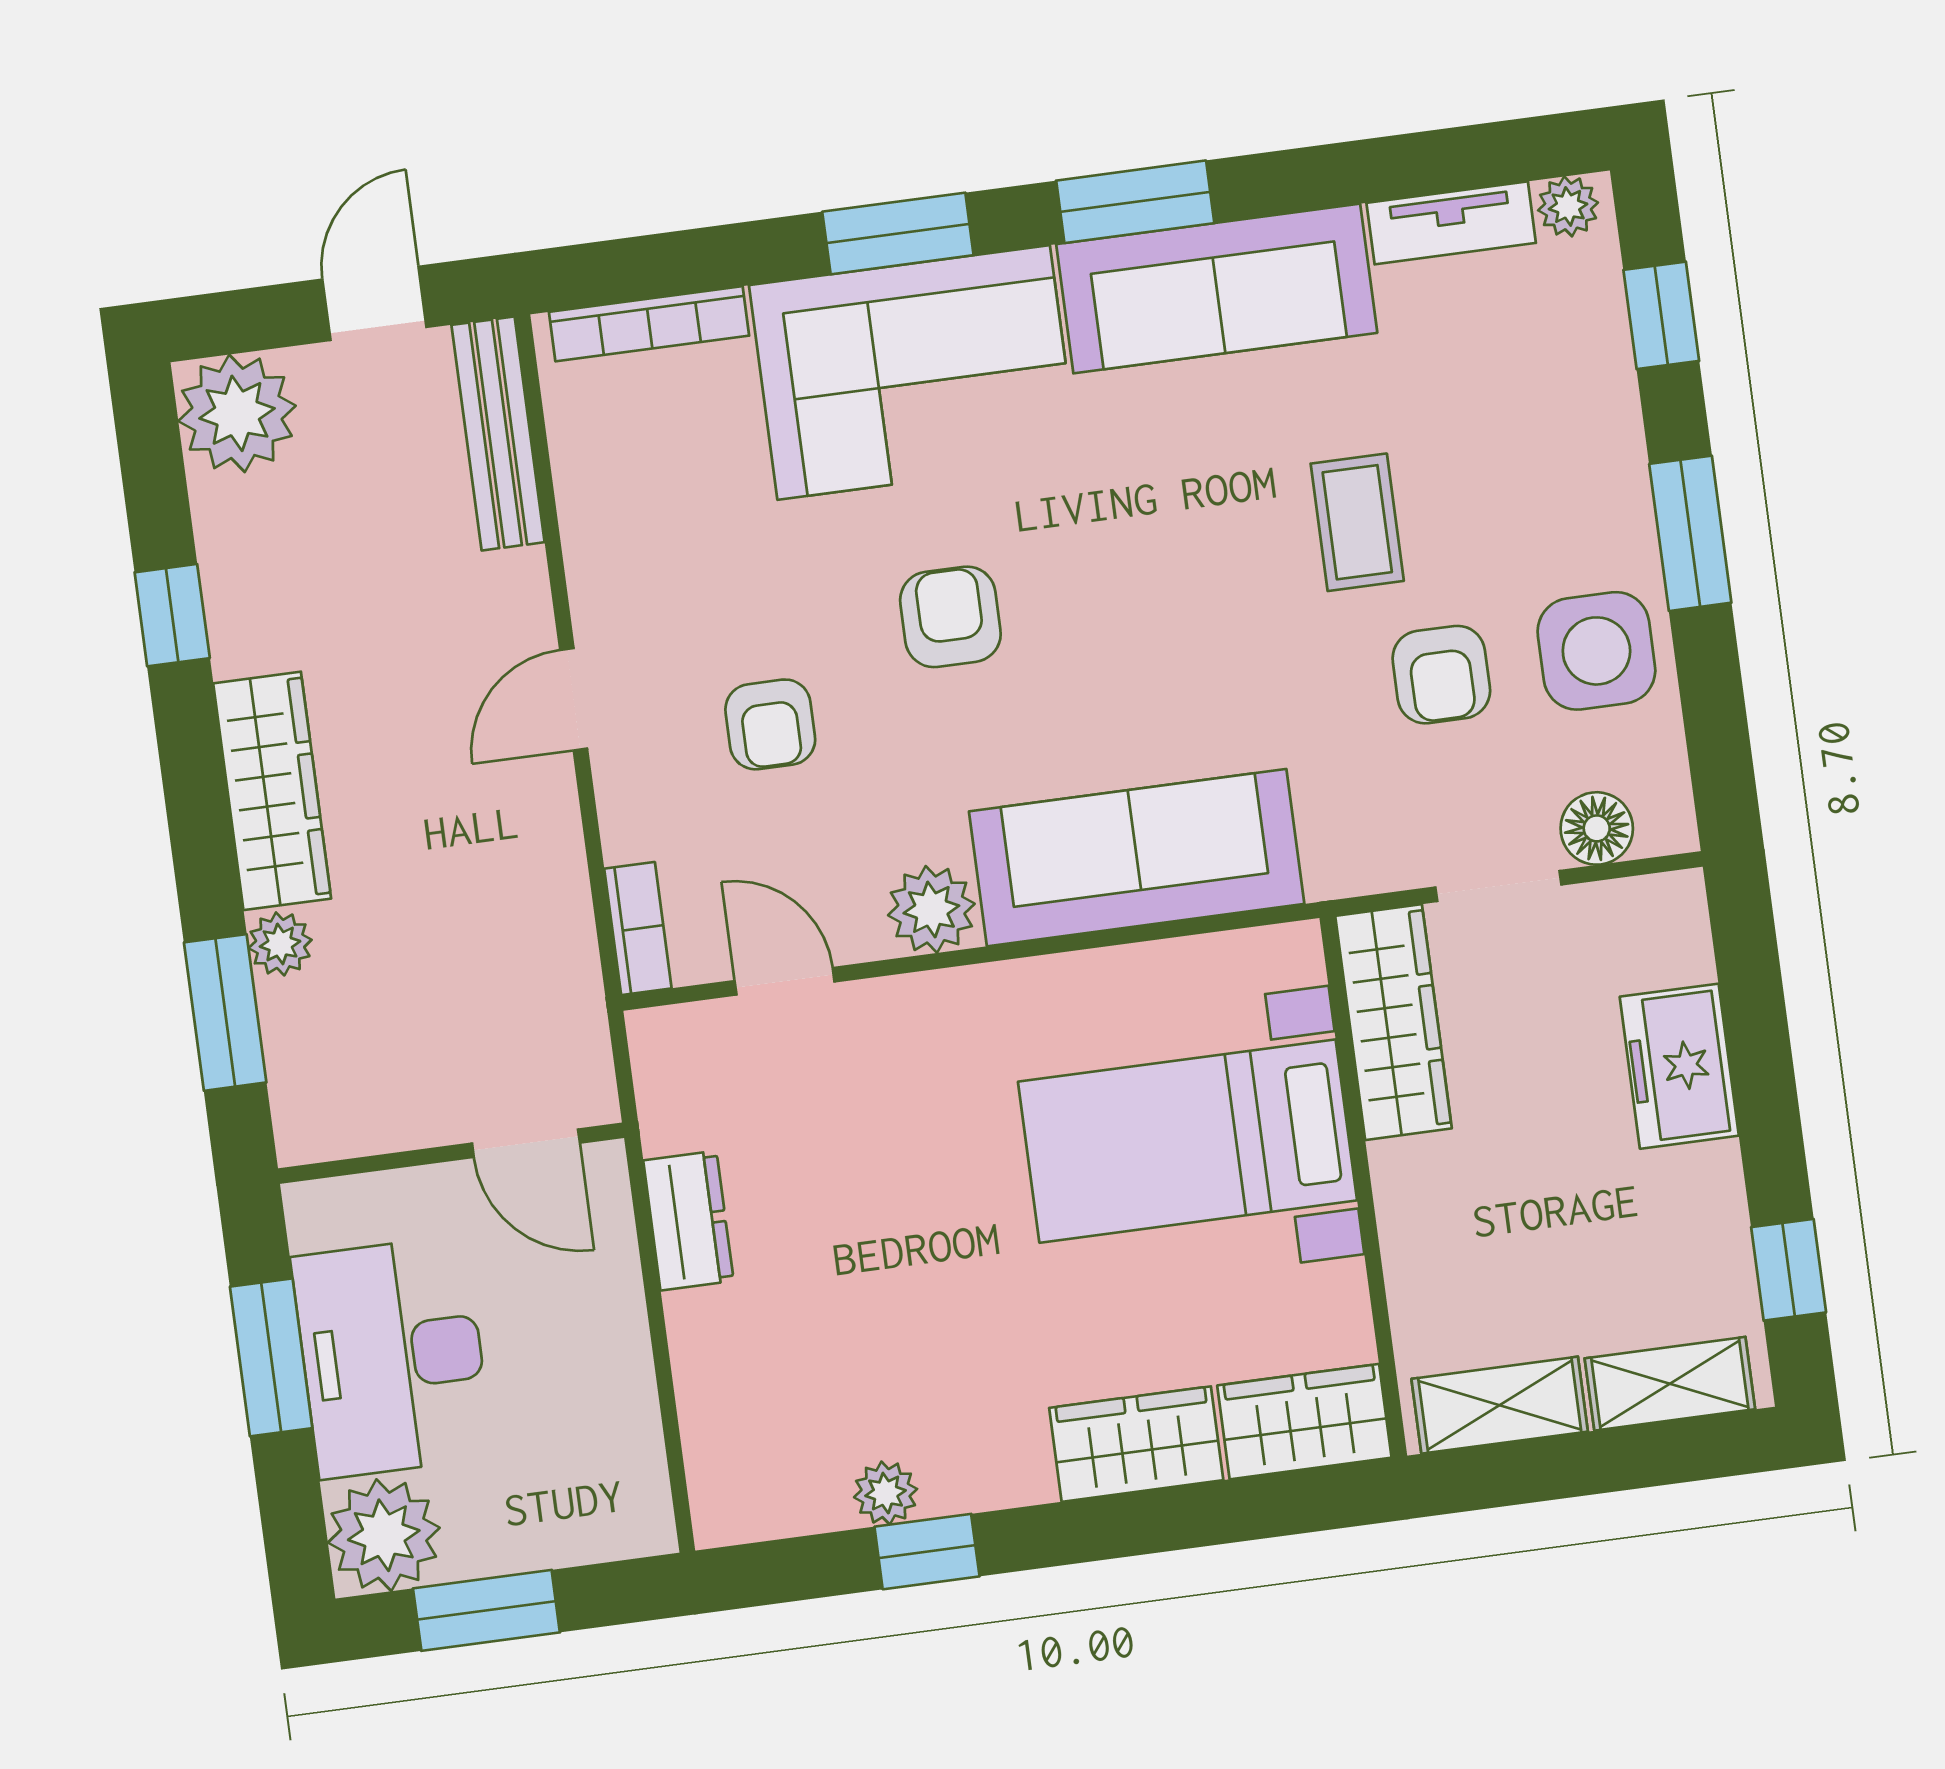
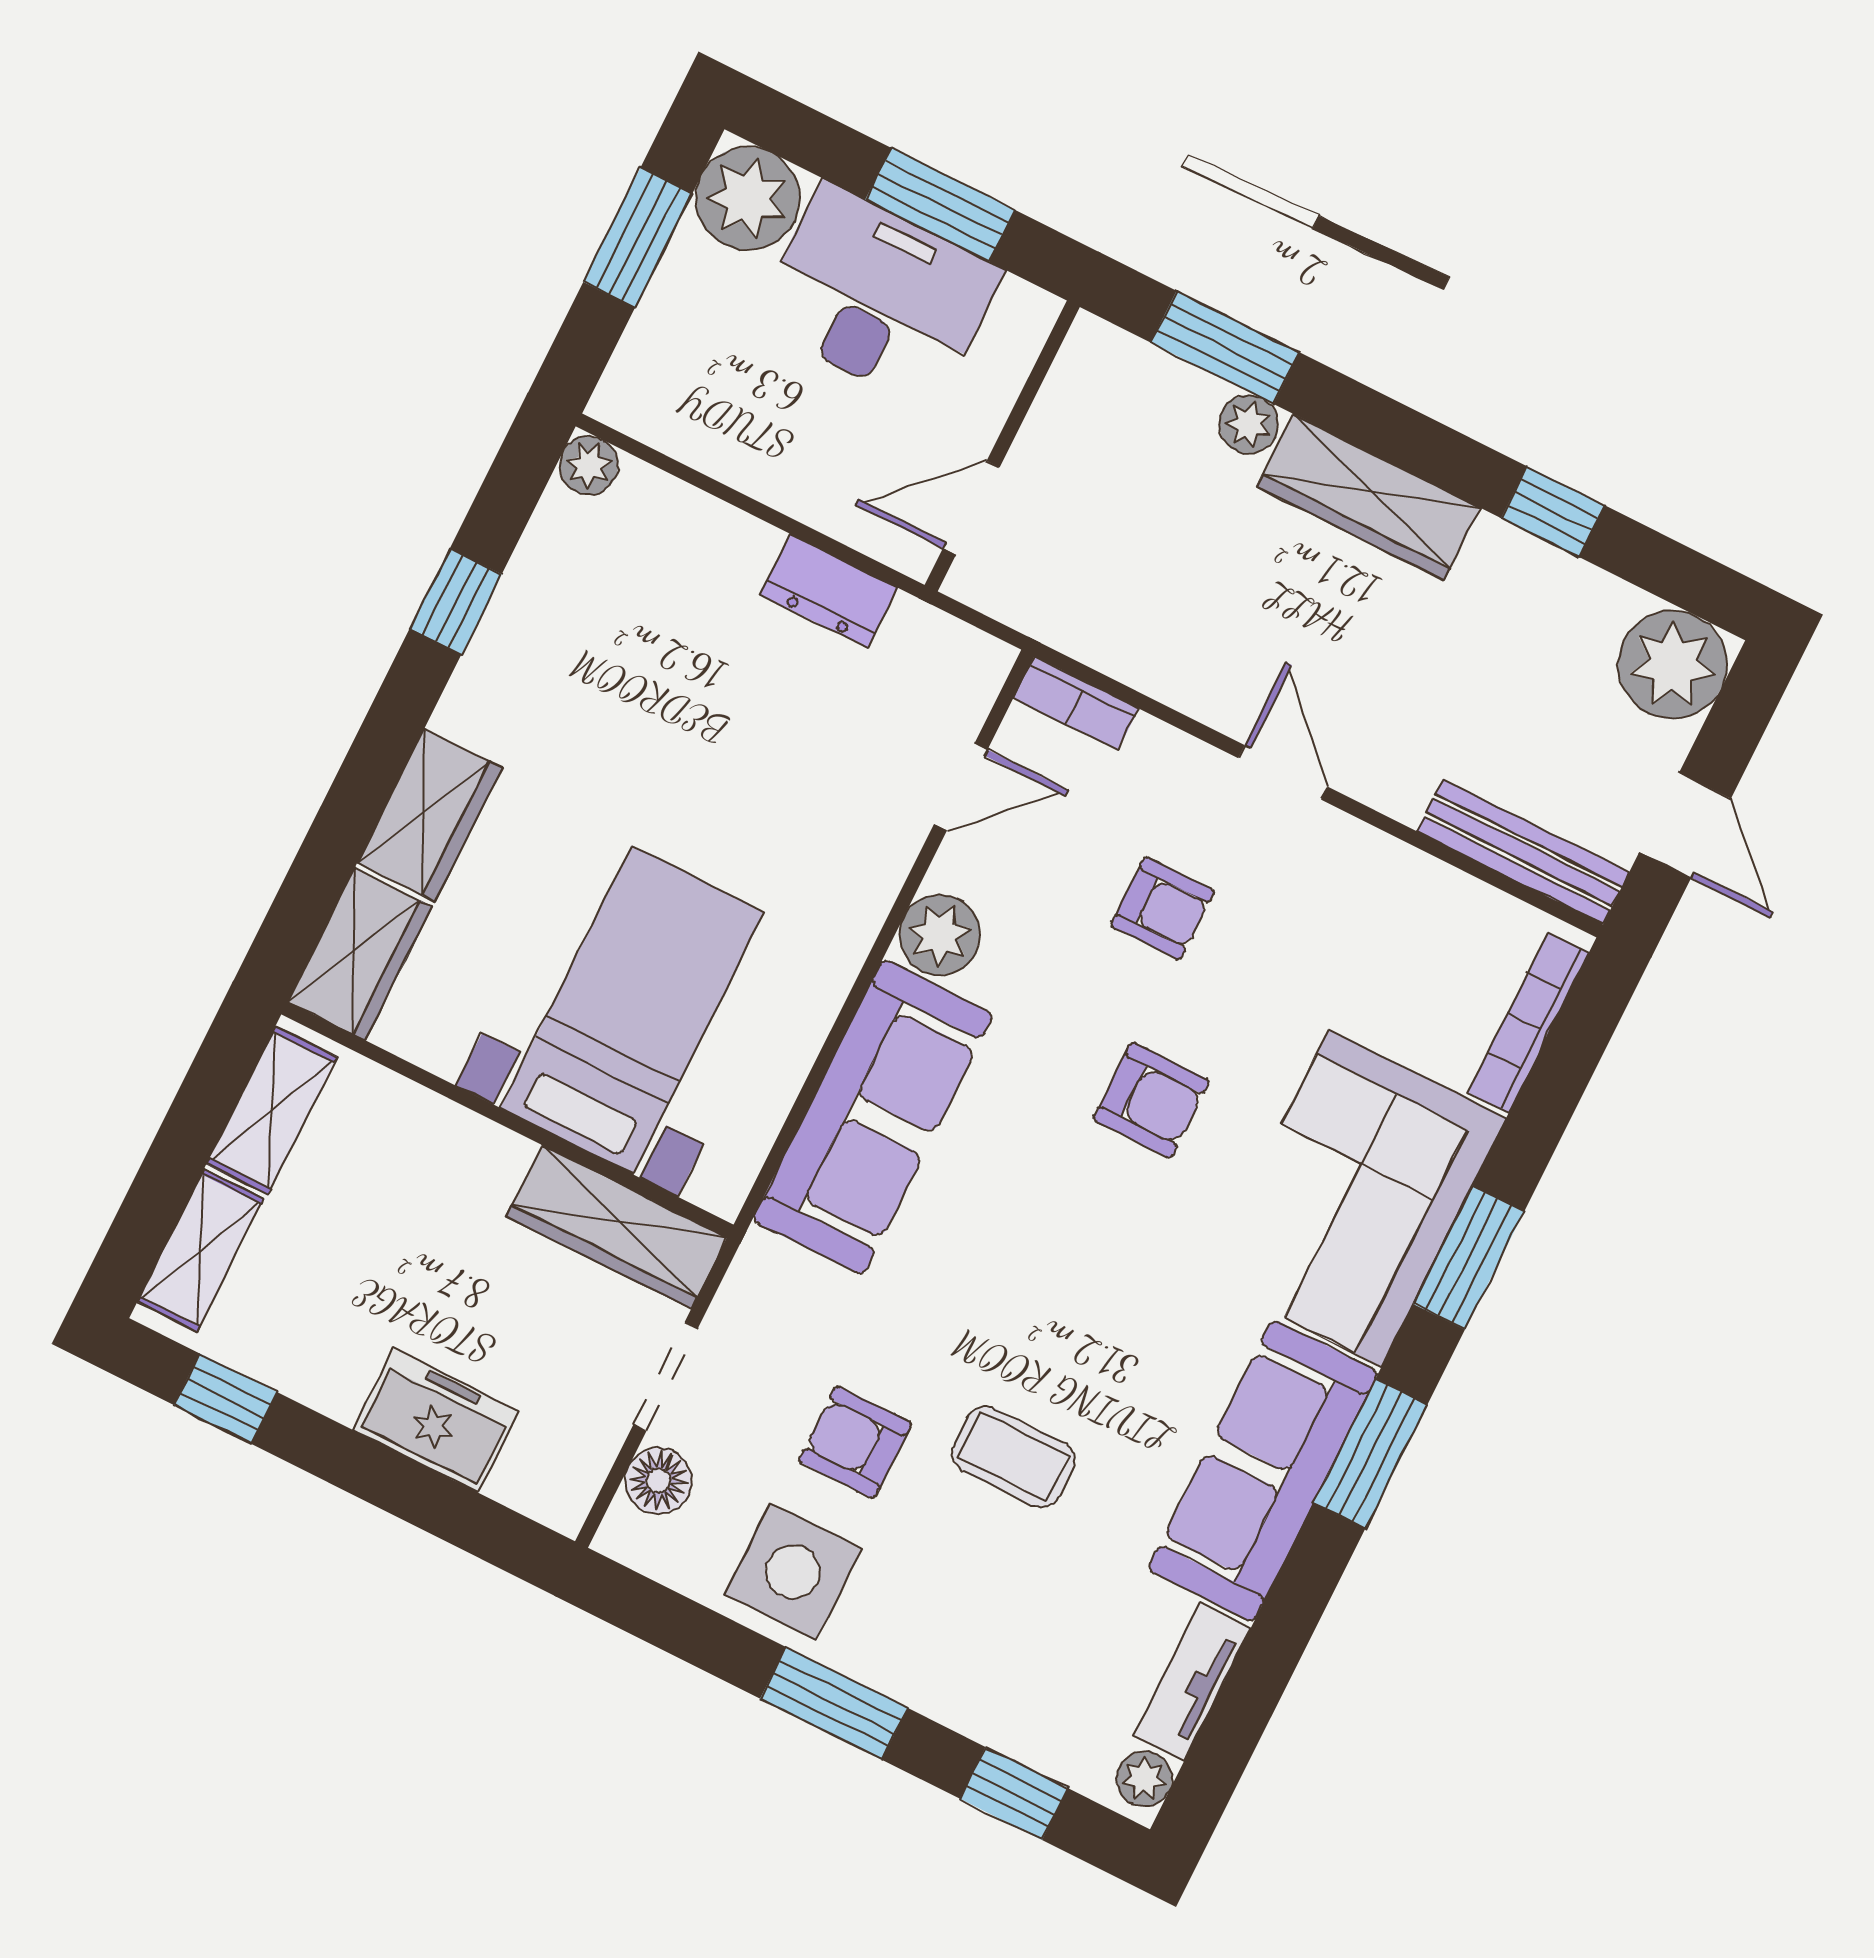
armchair: (770, 724) -> (1163, 908), turned 180
plant: (886, 1493) -> (589, 465), moved

